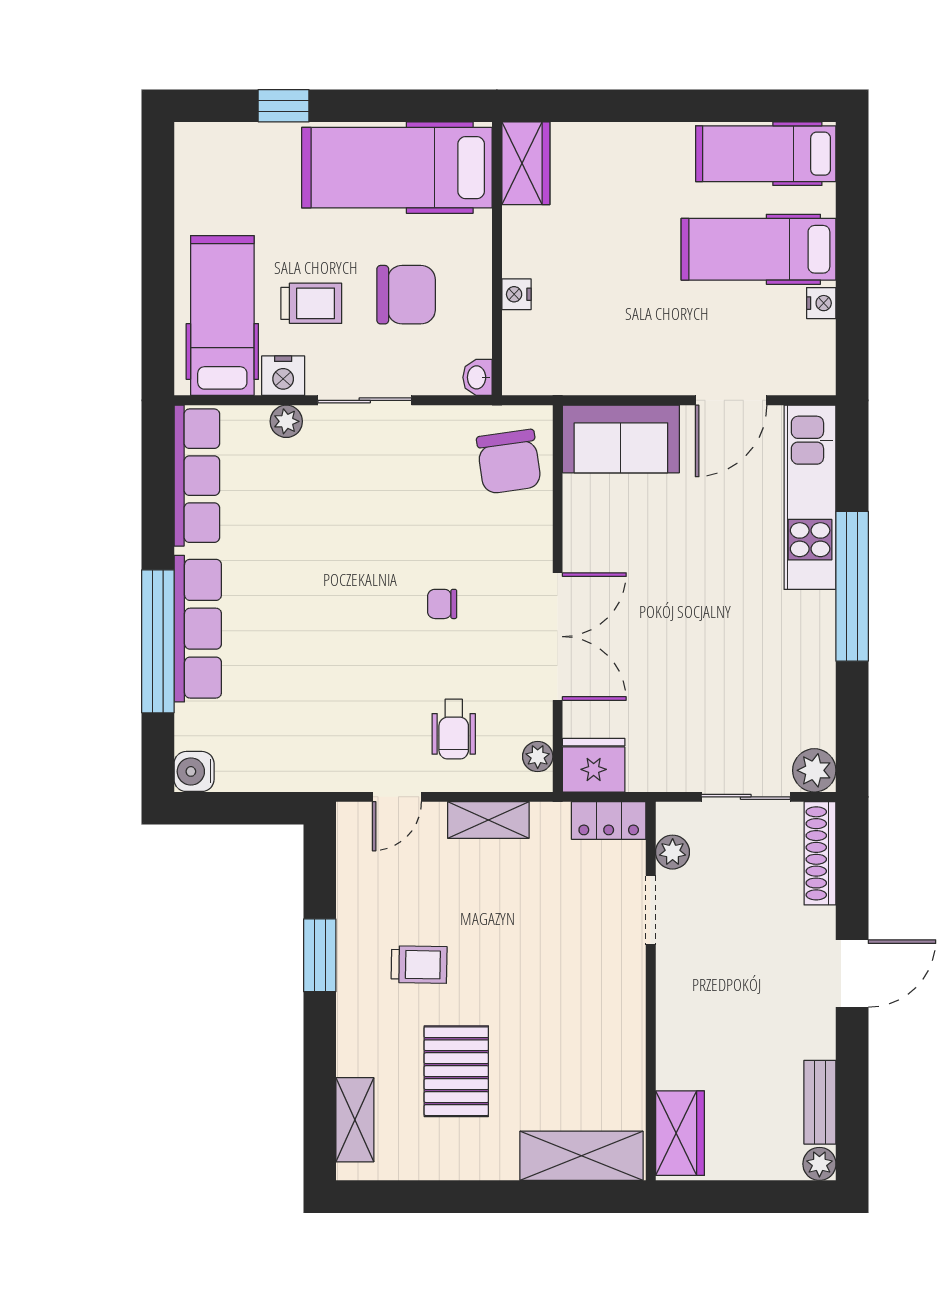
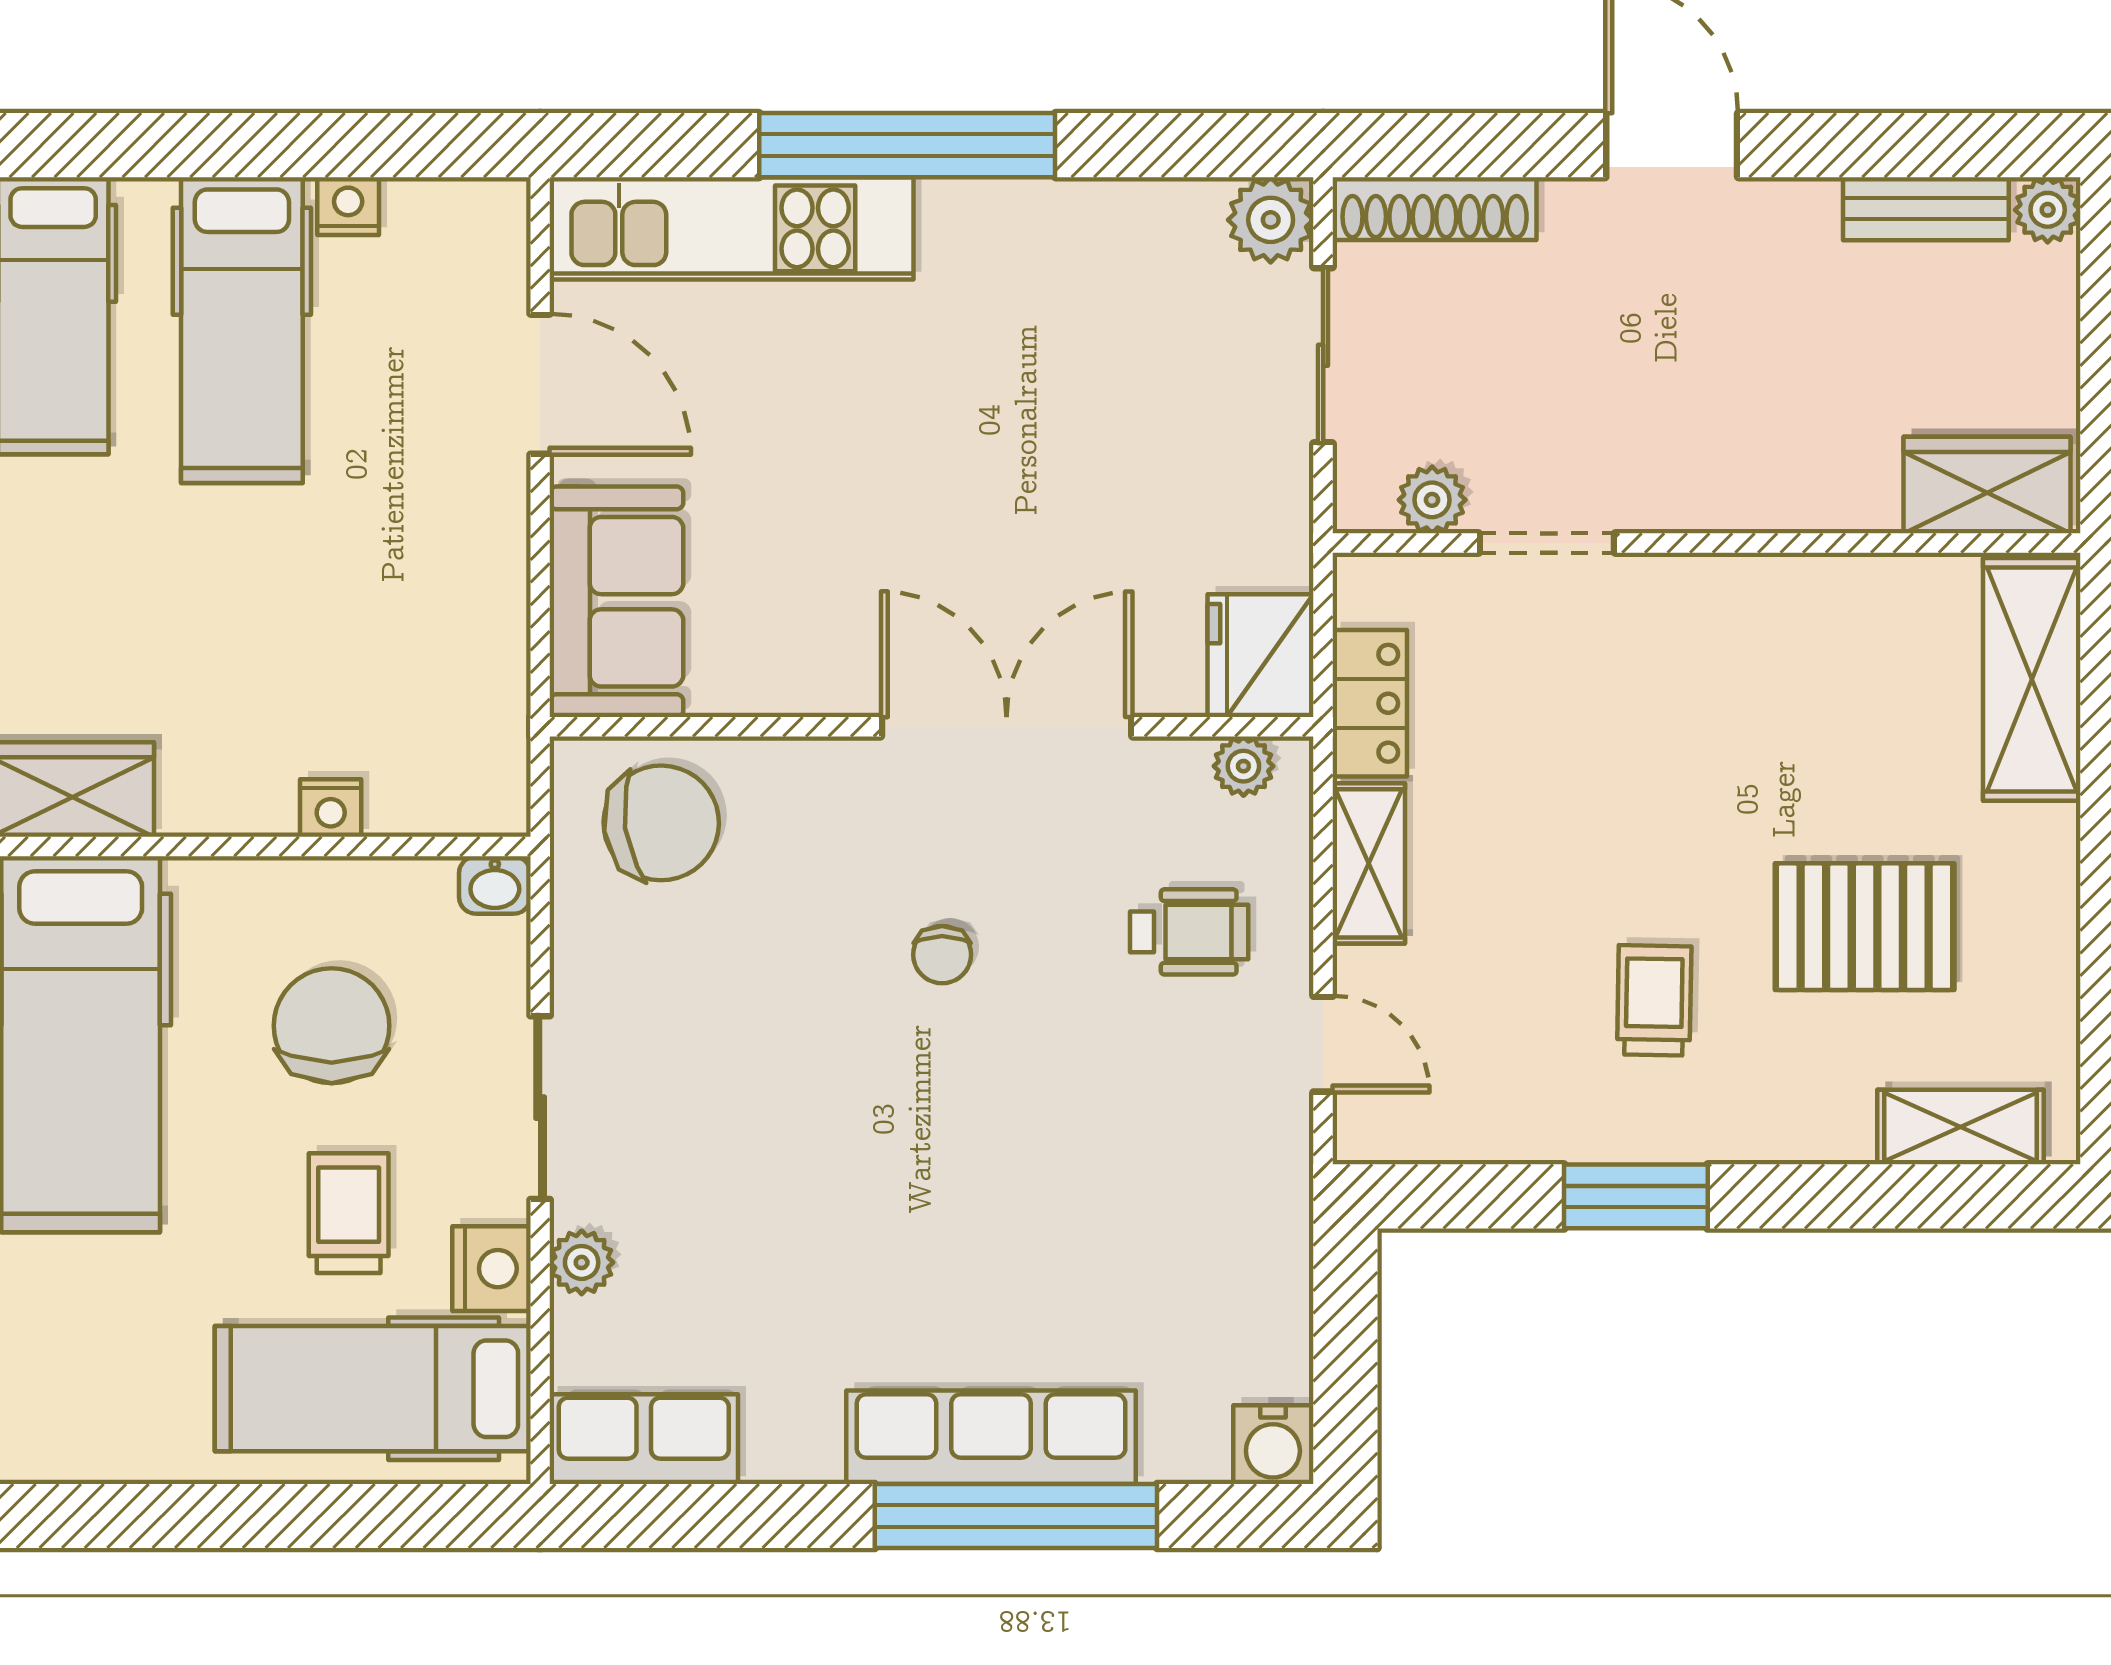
row of seats: (197, 476) -> (644, 1439), width x0.68
locker: (609, 821) -> (1370, 703), moved

